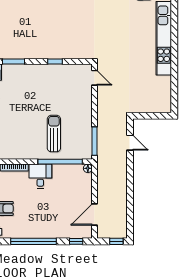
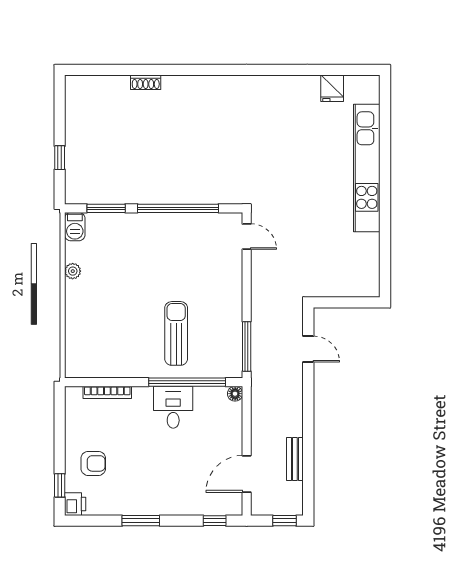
window: (55, 62) -> (178, 208), width x3.17
desk: (40, 176) -> (173, 407), moved
bench: (122, 206) -> (295, 459), added
window: (34, 241) -> (141, 521), width x0.47

